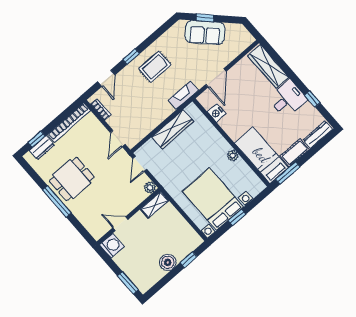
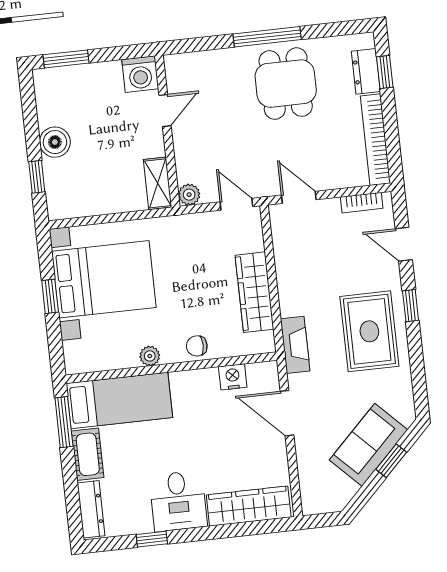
rug: (155, 67) -> (369, 331), width x1.36, depth x1.43
chair: (214, 138) -> (197, 346), added

